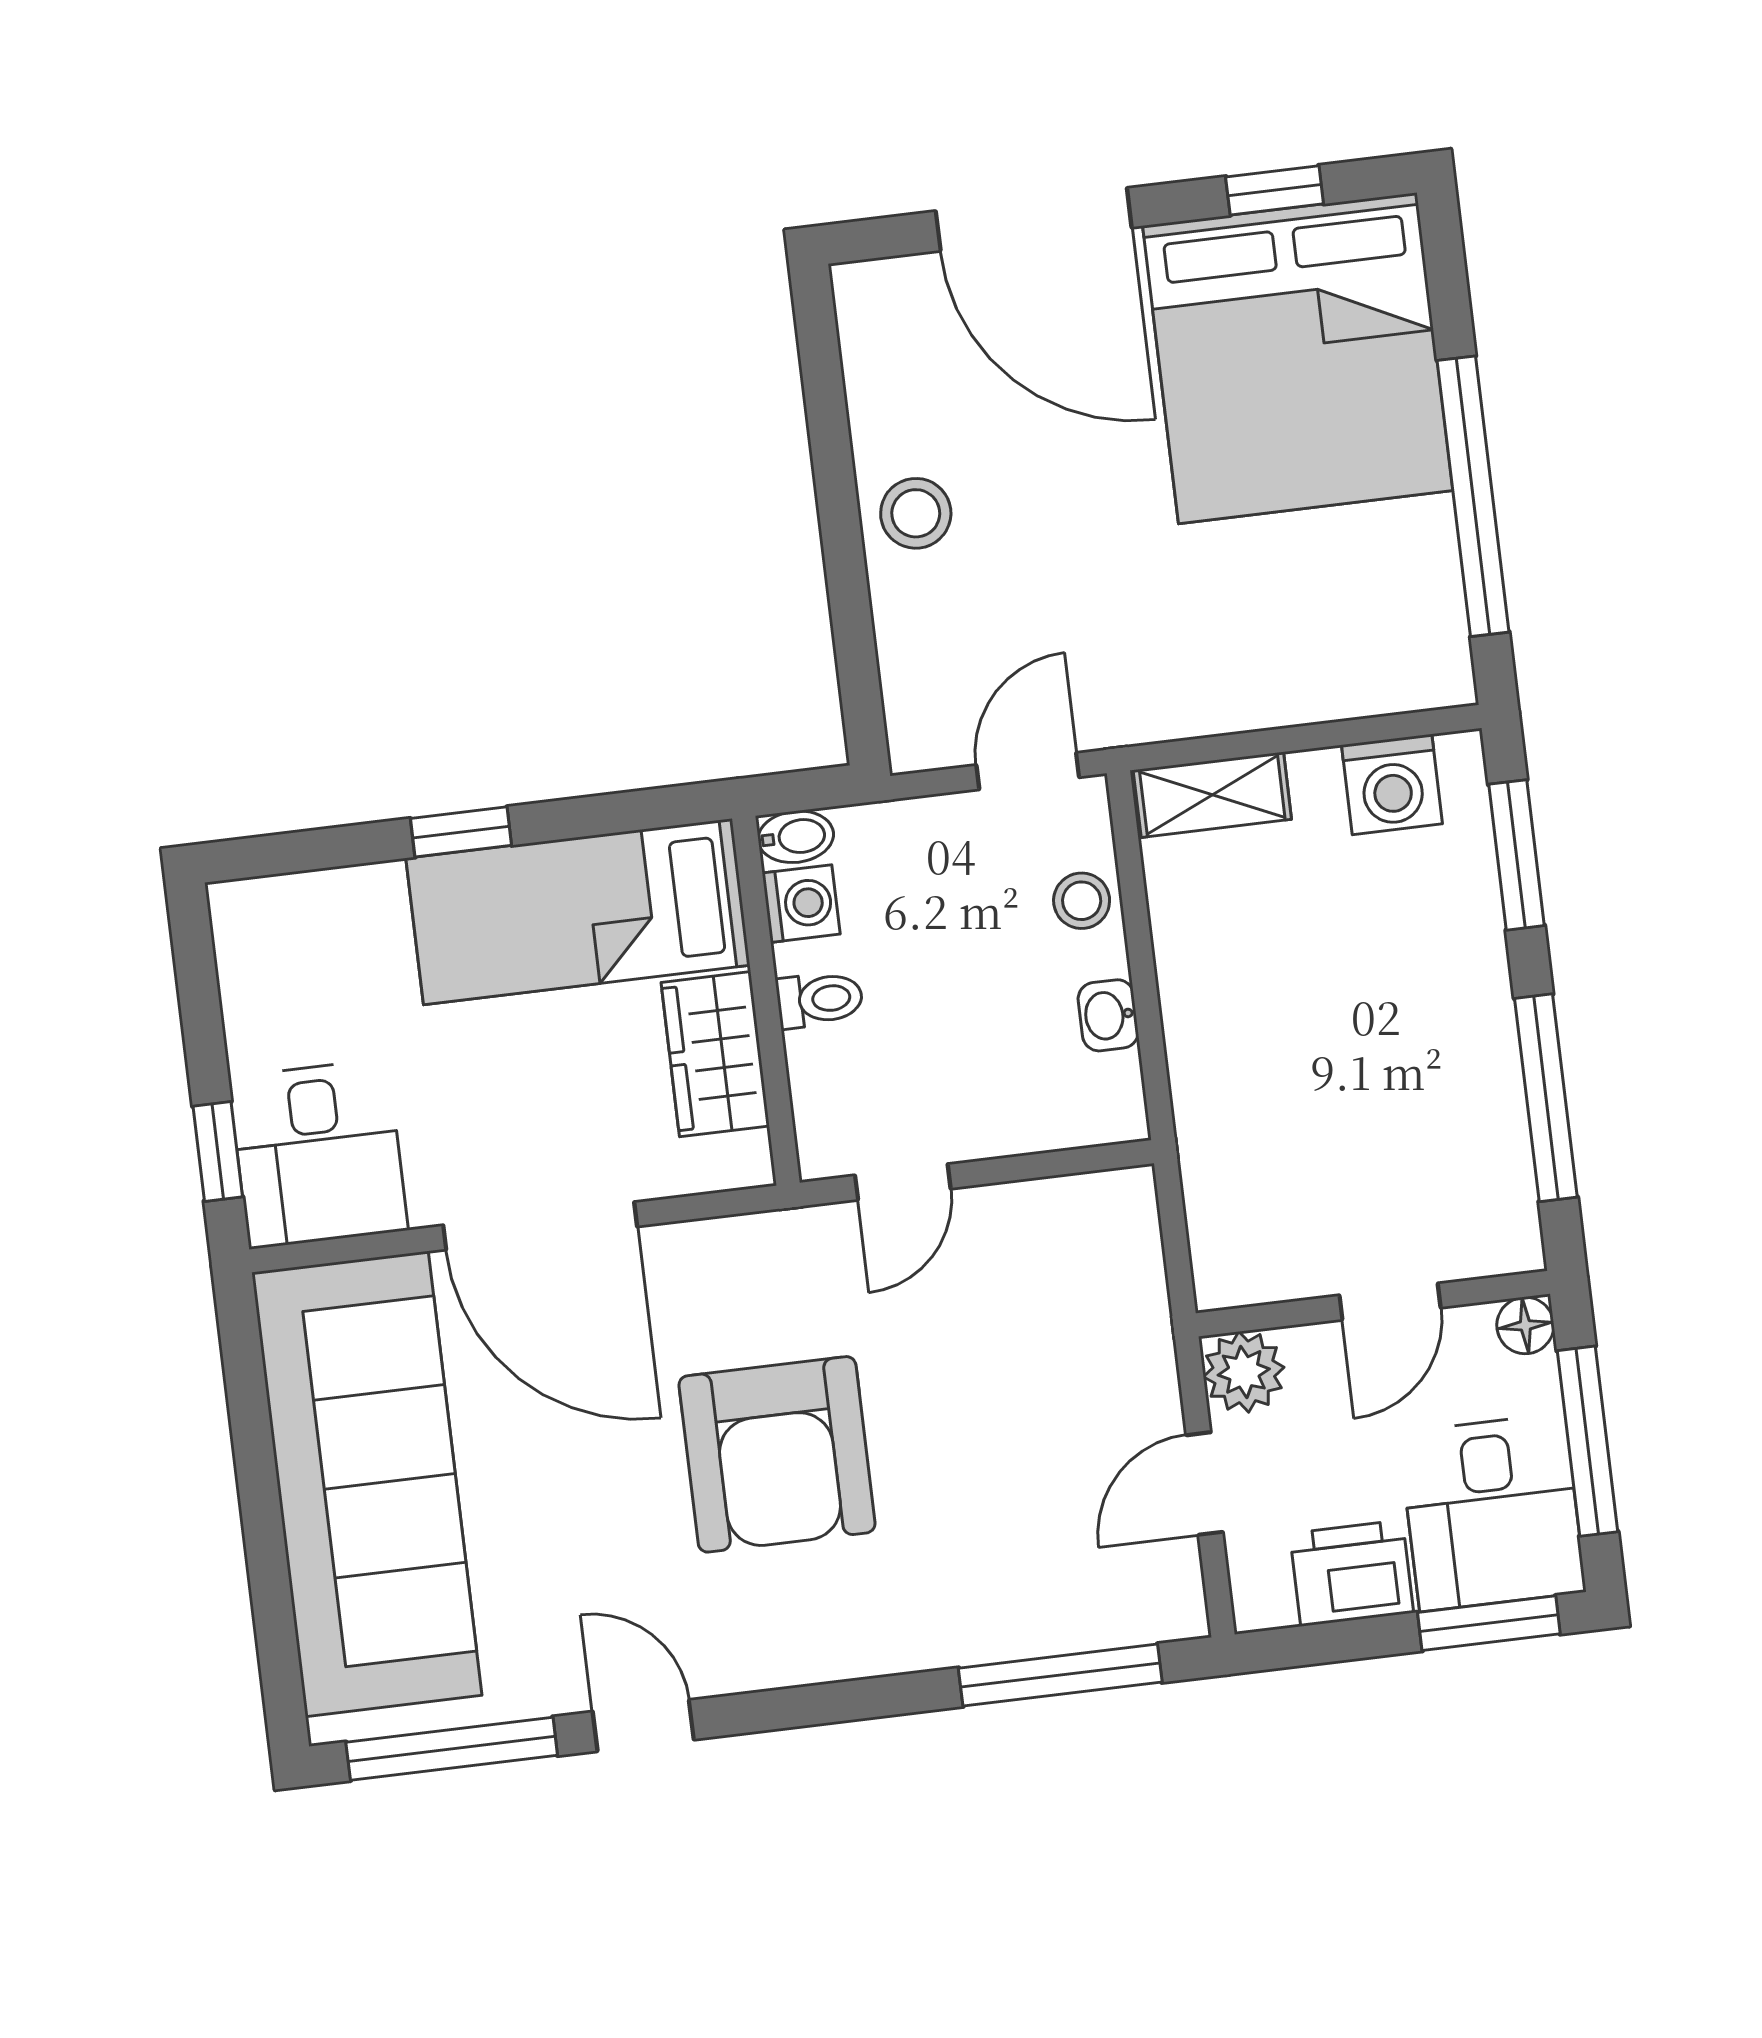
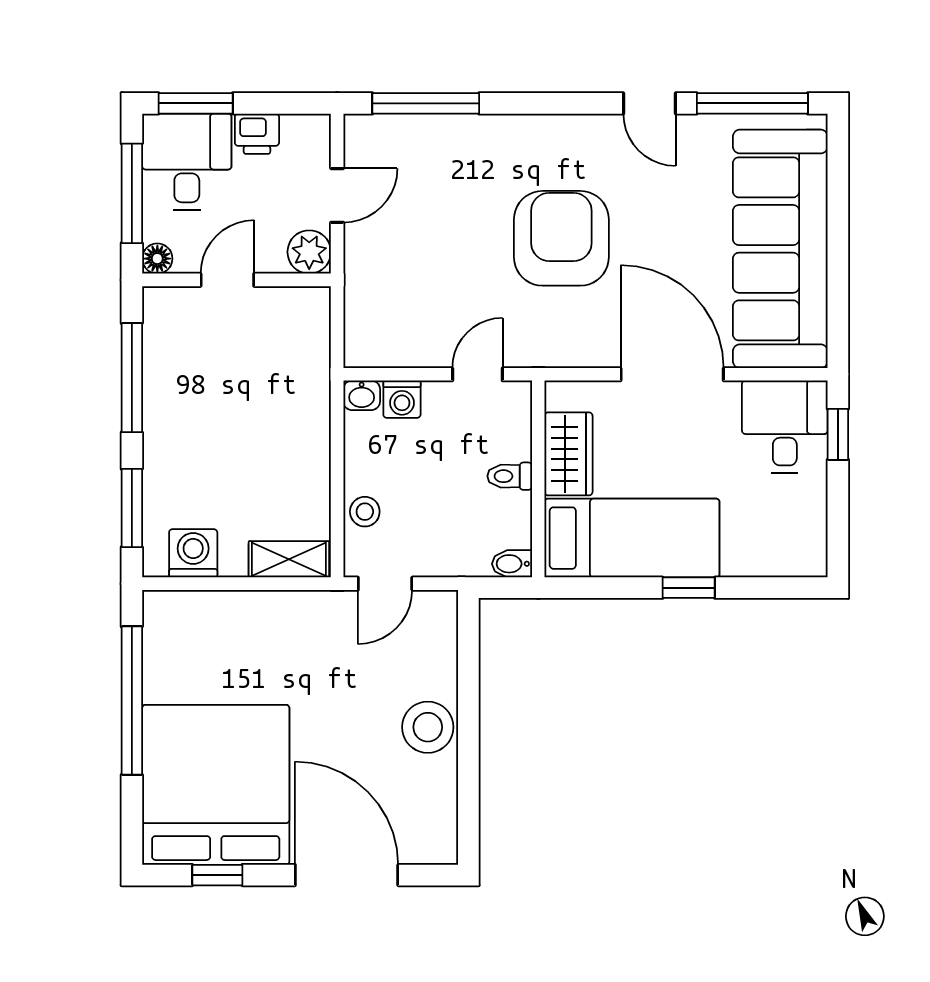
stool: (916, 513) -> (428, 727), width x1.38, depth x1.38
washing machine: (801, 904) -> (402, 399), moved, turned -90
washbasin: (1108, 1015) -> (362, 395), moved, turned 90
printer: (1352, 1573) -> (257, 134), width x0.73, depth x0.81

